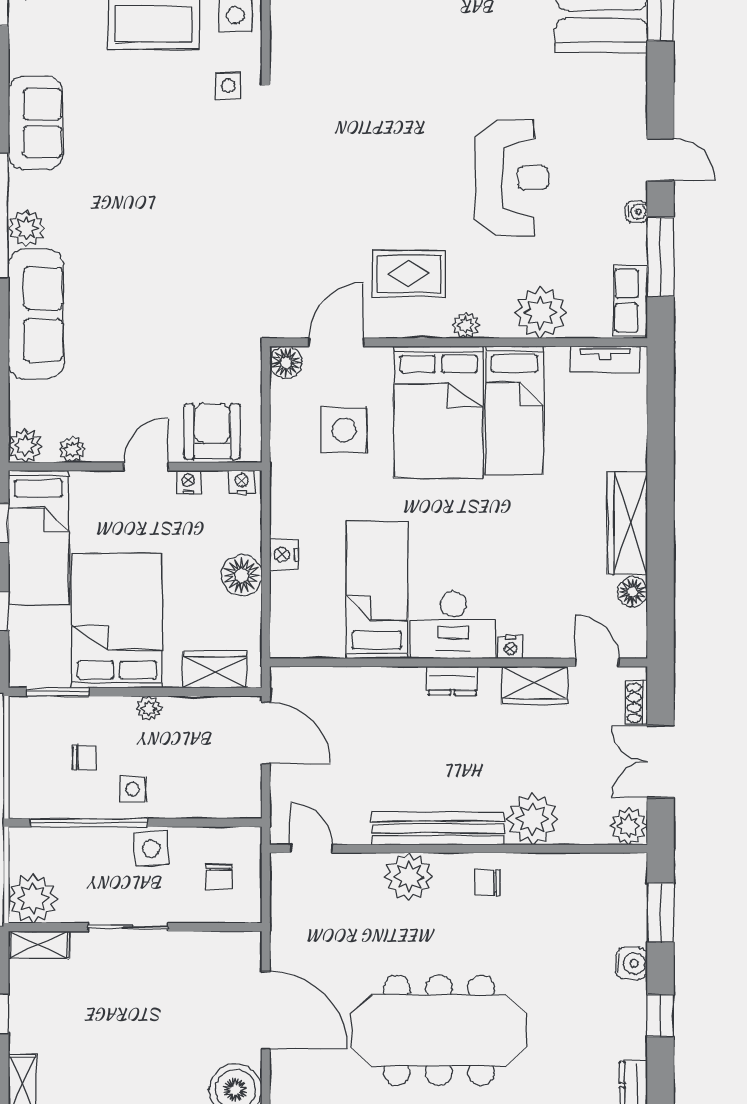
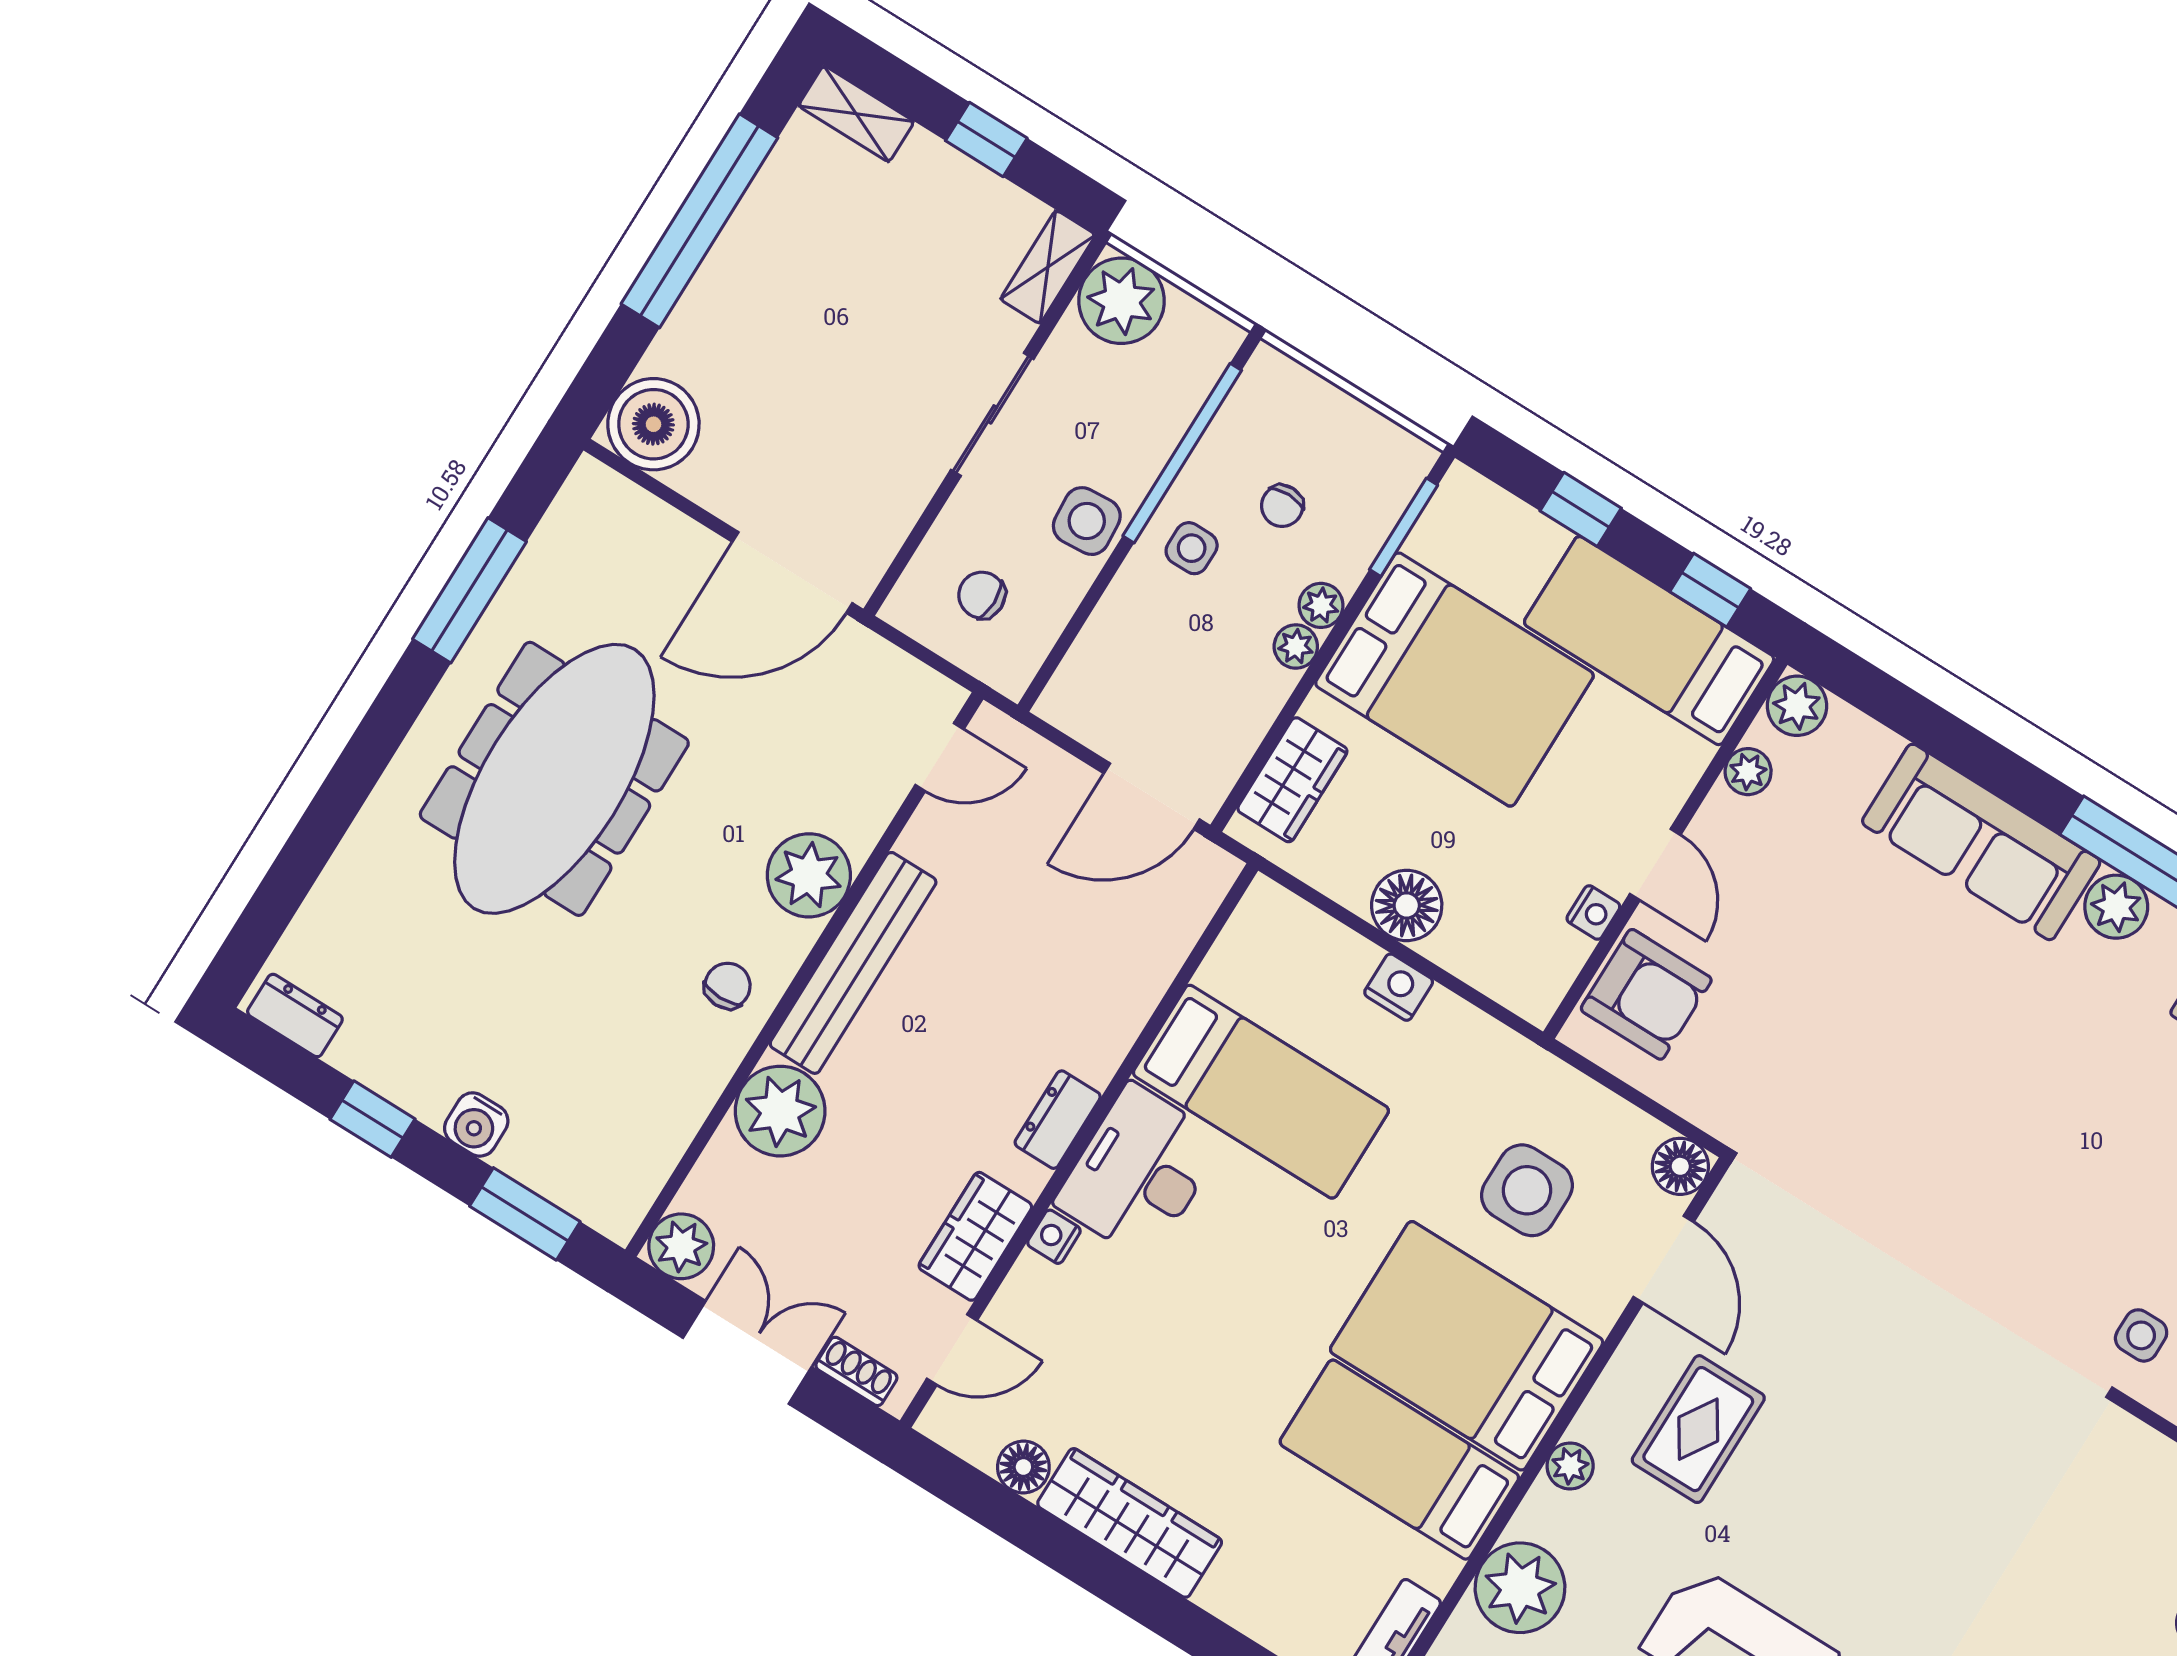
nightstand: (242, 482) -> (1544, 991), removed
plant: (121, 709) -> (1321, 605), added
door: (266, 1010) -> (792, 573), moved

